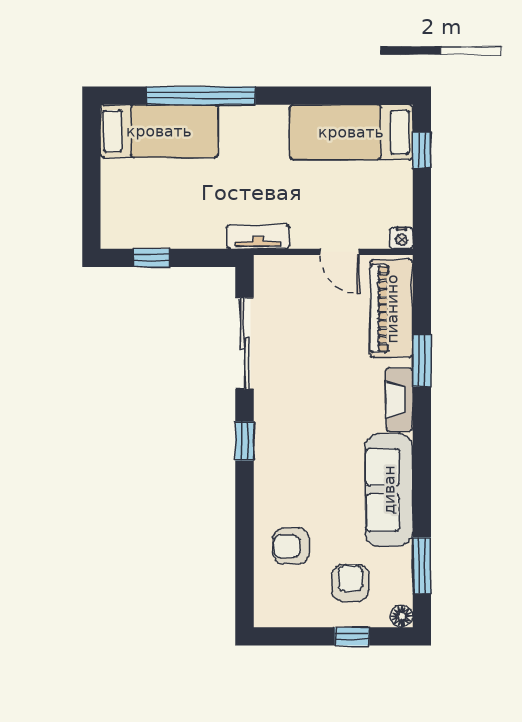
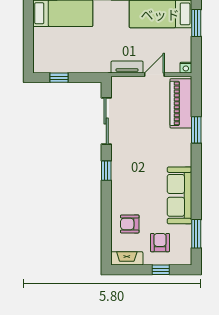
window: (422, 150) -> (196, 23), width x1.50
tv unit: (258, 237) -> (127, 67), moved
door: (340, 252) -> (154, 75), swing flipped
fireplace: (399, 400) -> (127, 258), moved, turned 90
floor lamp: (402, 616) -> (186, 260), removed

